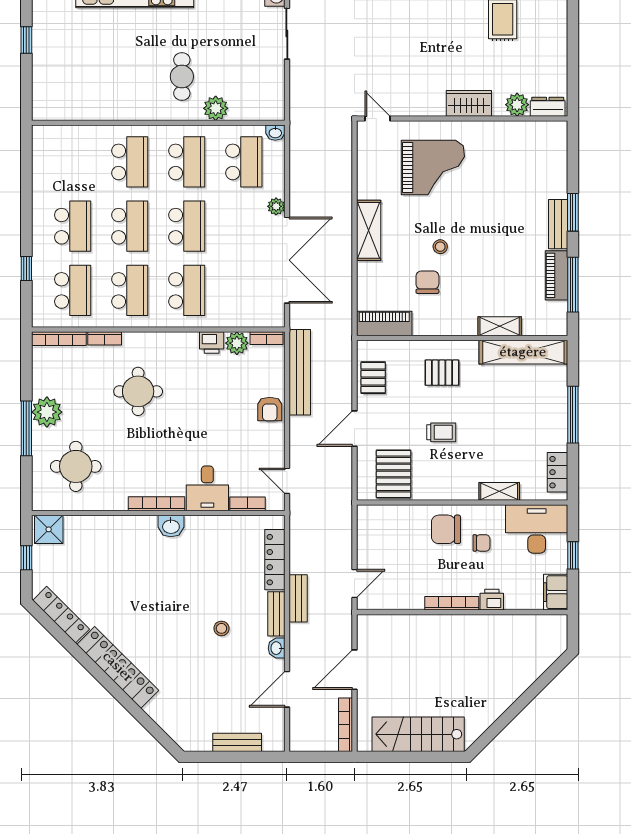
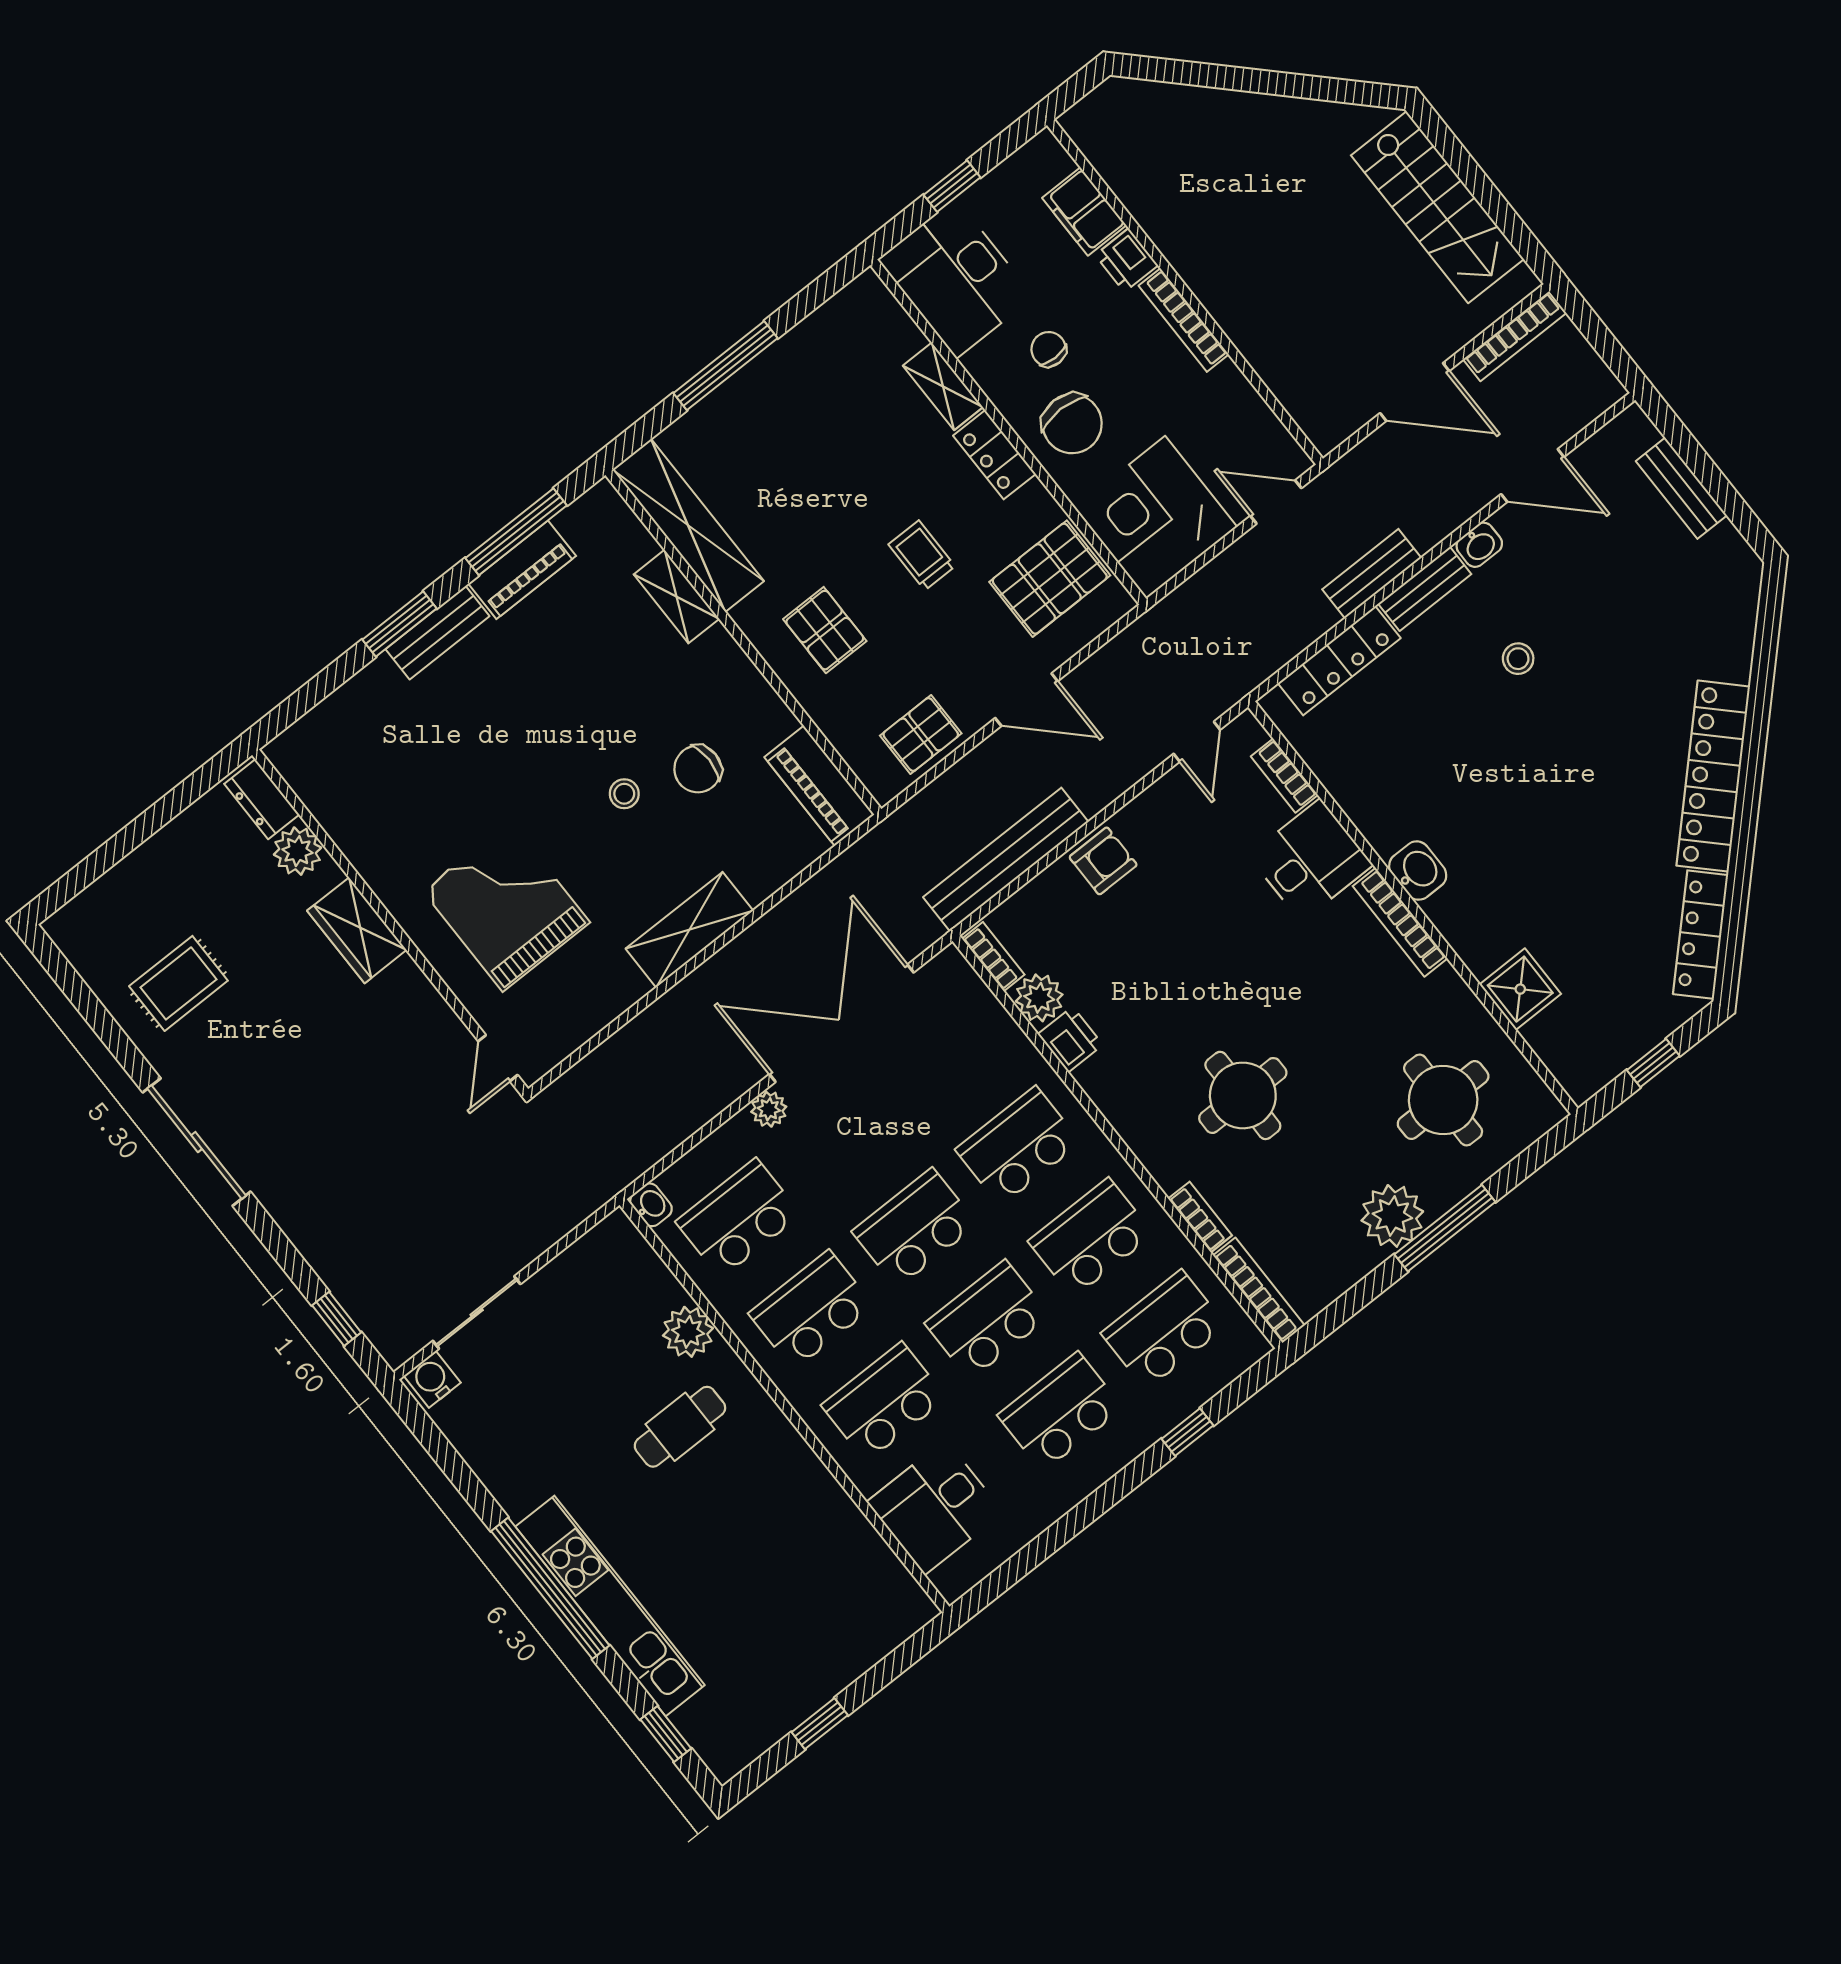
desk: (74, 150) -> (935, 1507), added
locker: (558, 472) -> (994, 455), moved, turned 90
shower: (49, 529) -> (1520, 989), moved
corner desk: (385, 533) -> (1156, 517), added
filing cabinet: (556, 592) -> (1084, 212), moved, turned 90

